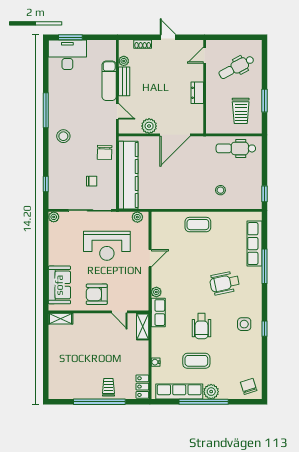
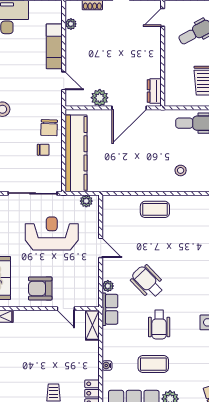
bench: (124, 81) -> (71, 47), removed
dresser: (197, 93) -> (154, 91), moved
chair: (92, 181) -> (43, 150), moved
reception desk: (107, 246) -> (52, 234), turned 180
door: (150, 258) -> (101, 248), hinge flipped
wheelchair: (225, 283) -> (148, 282), moved, turned 58

